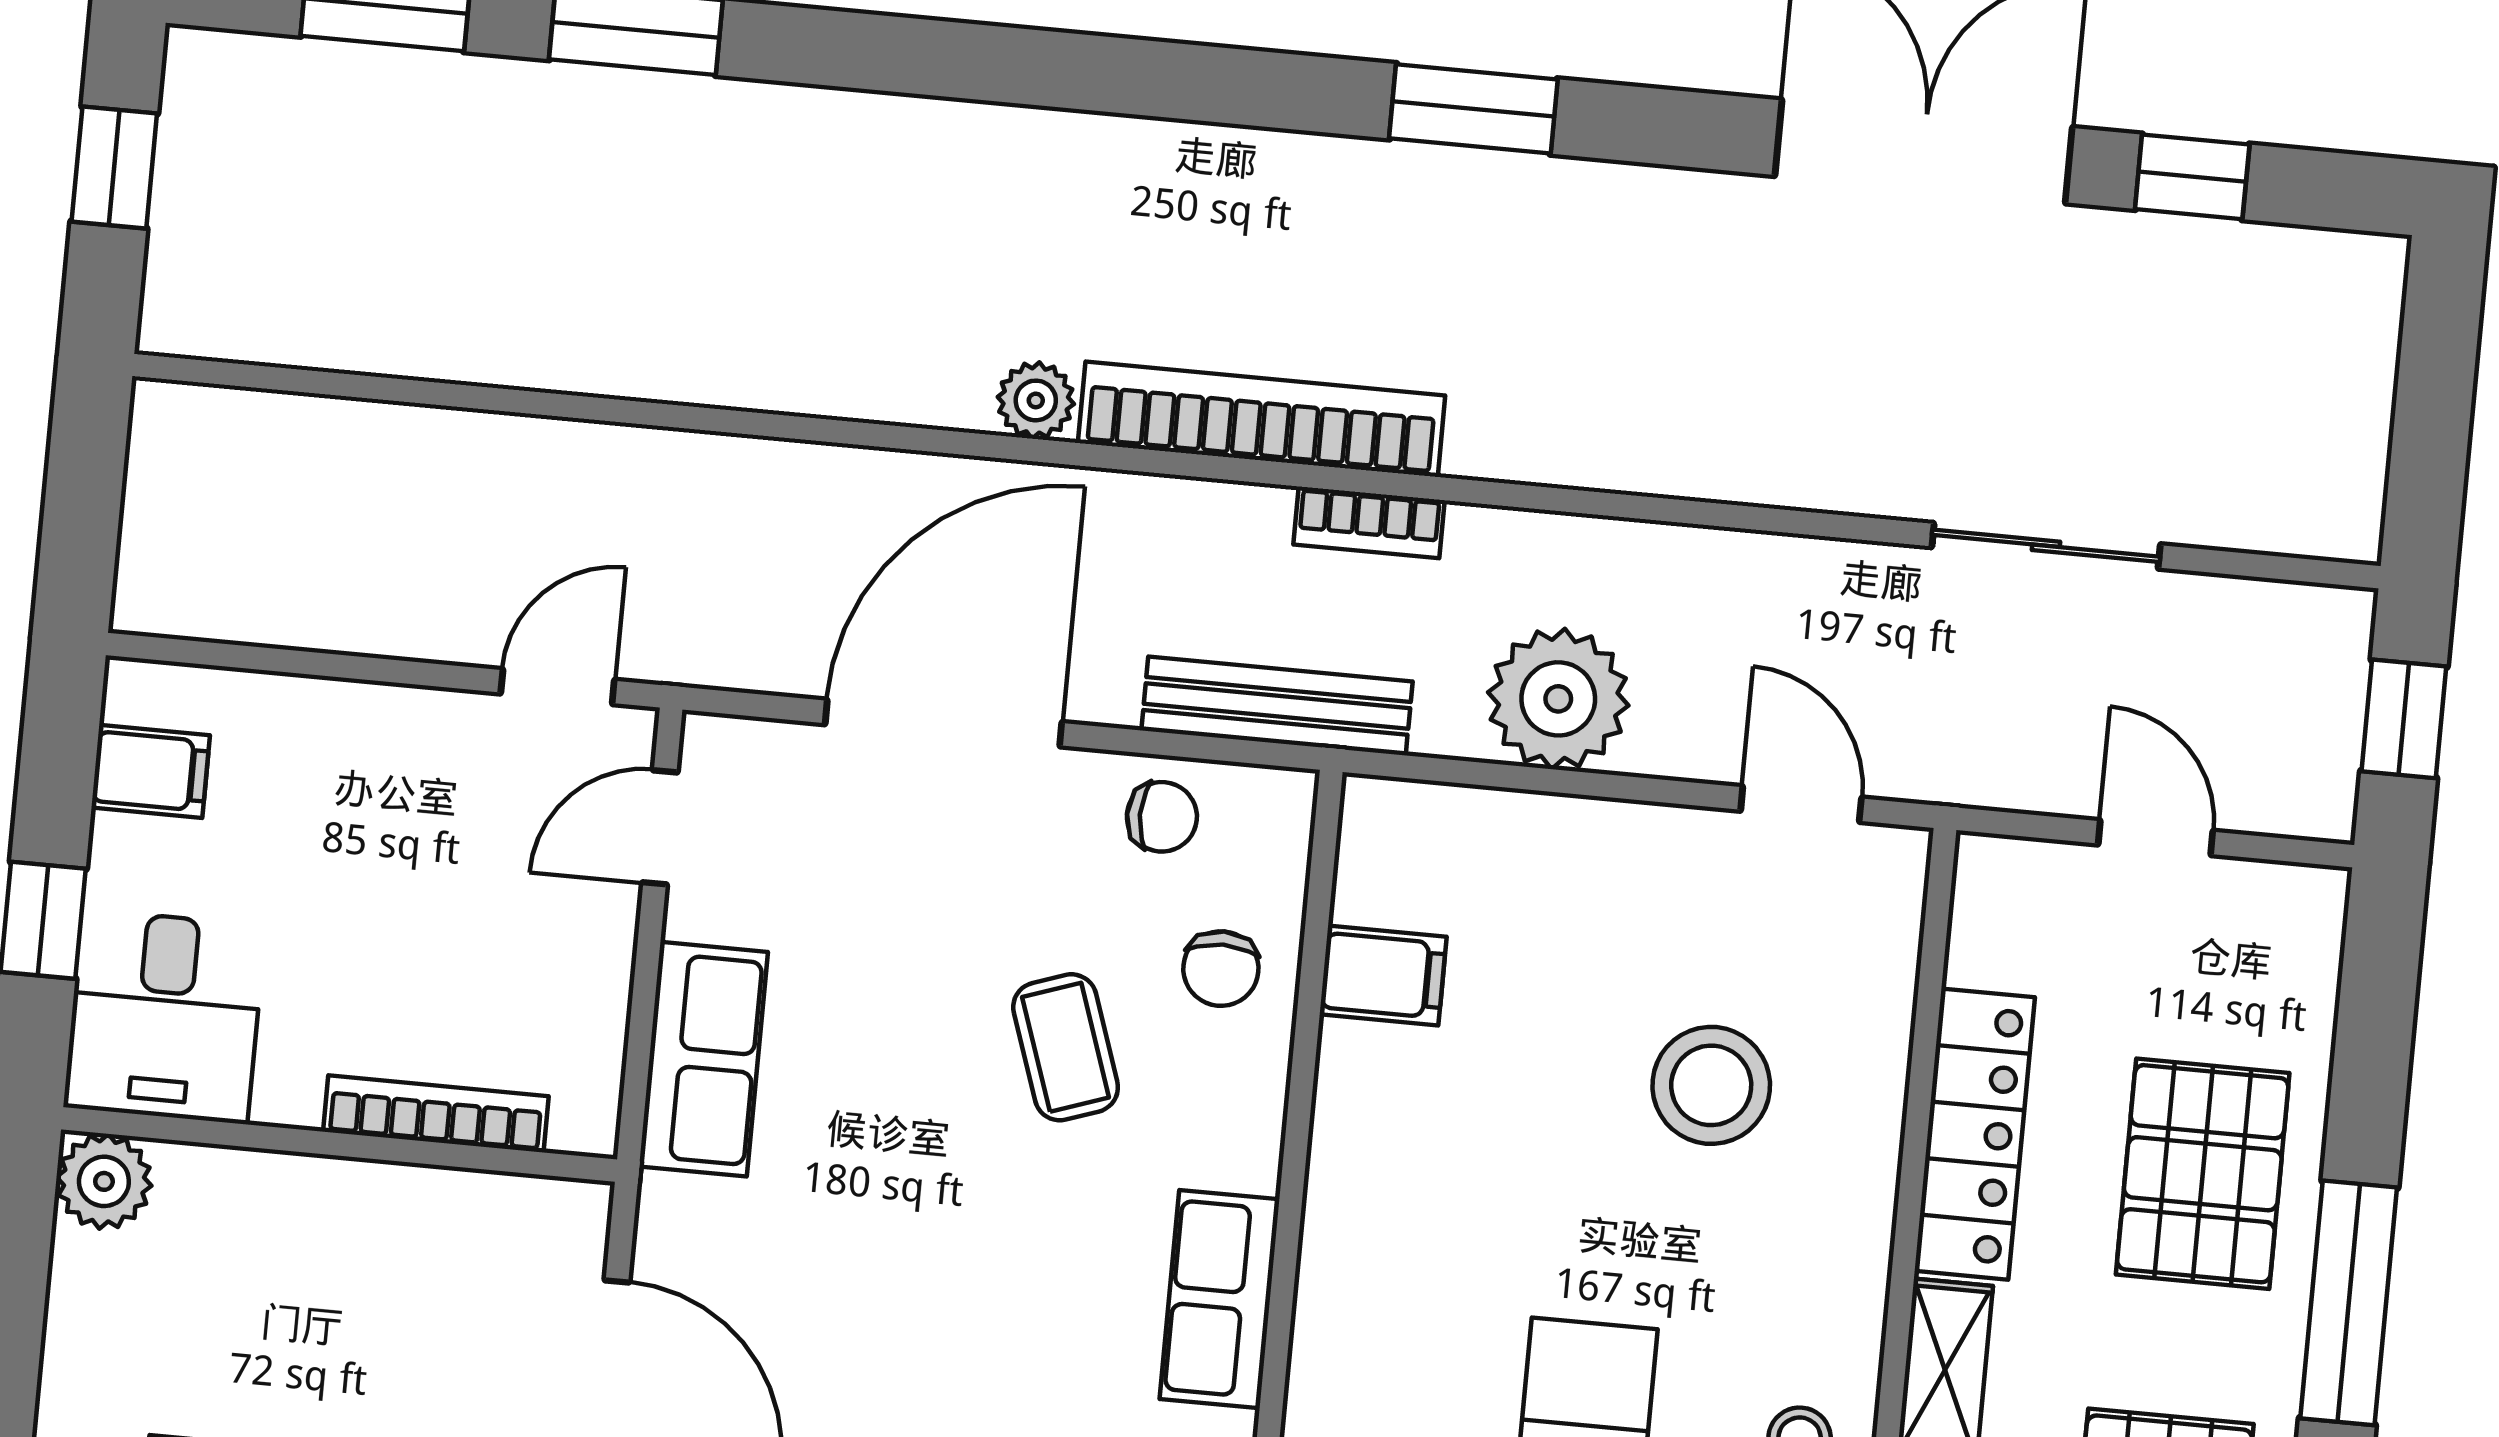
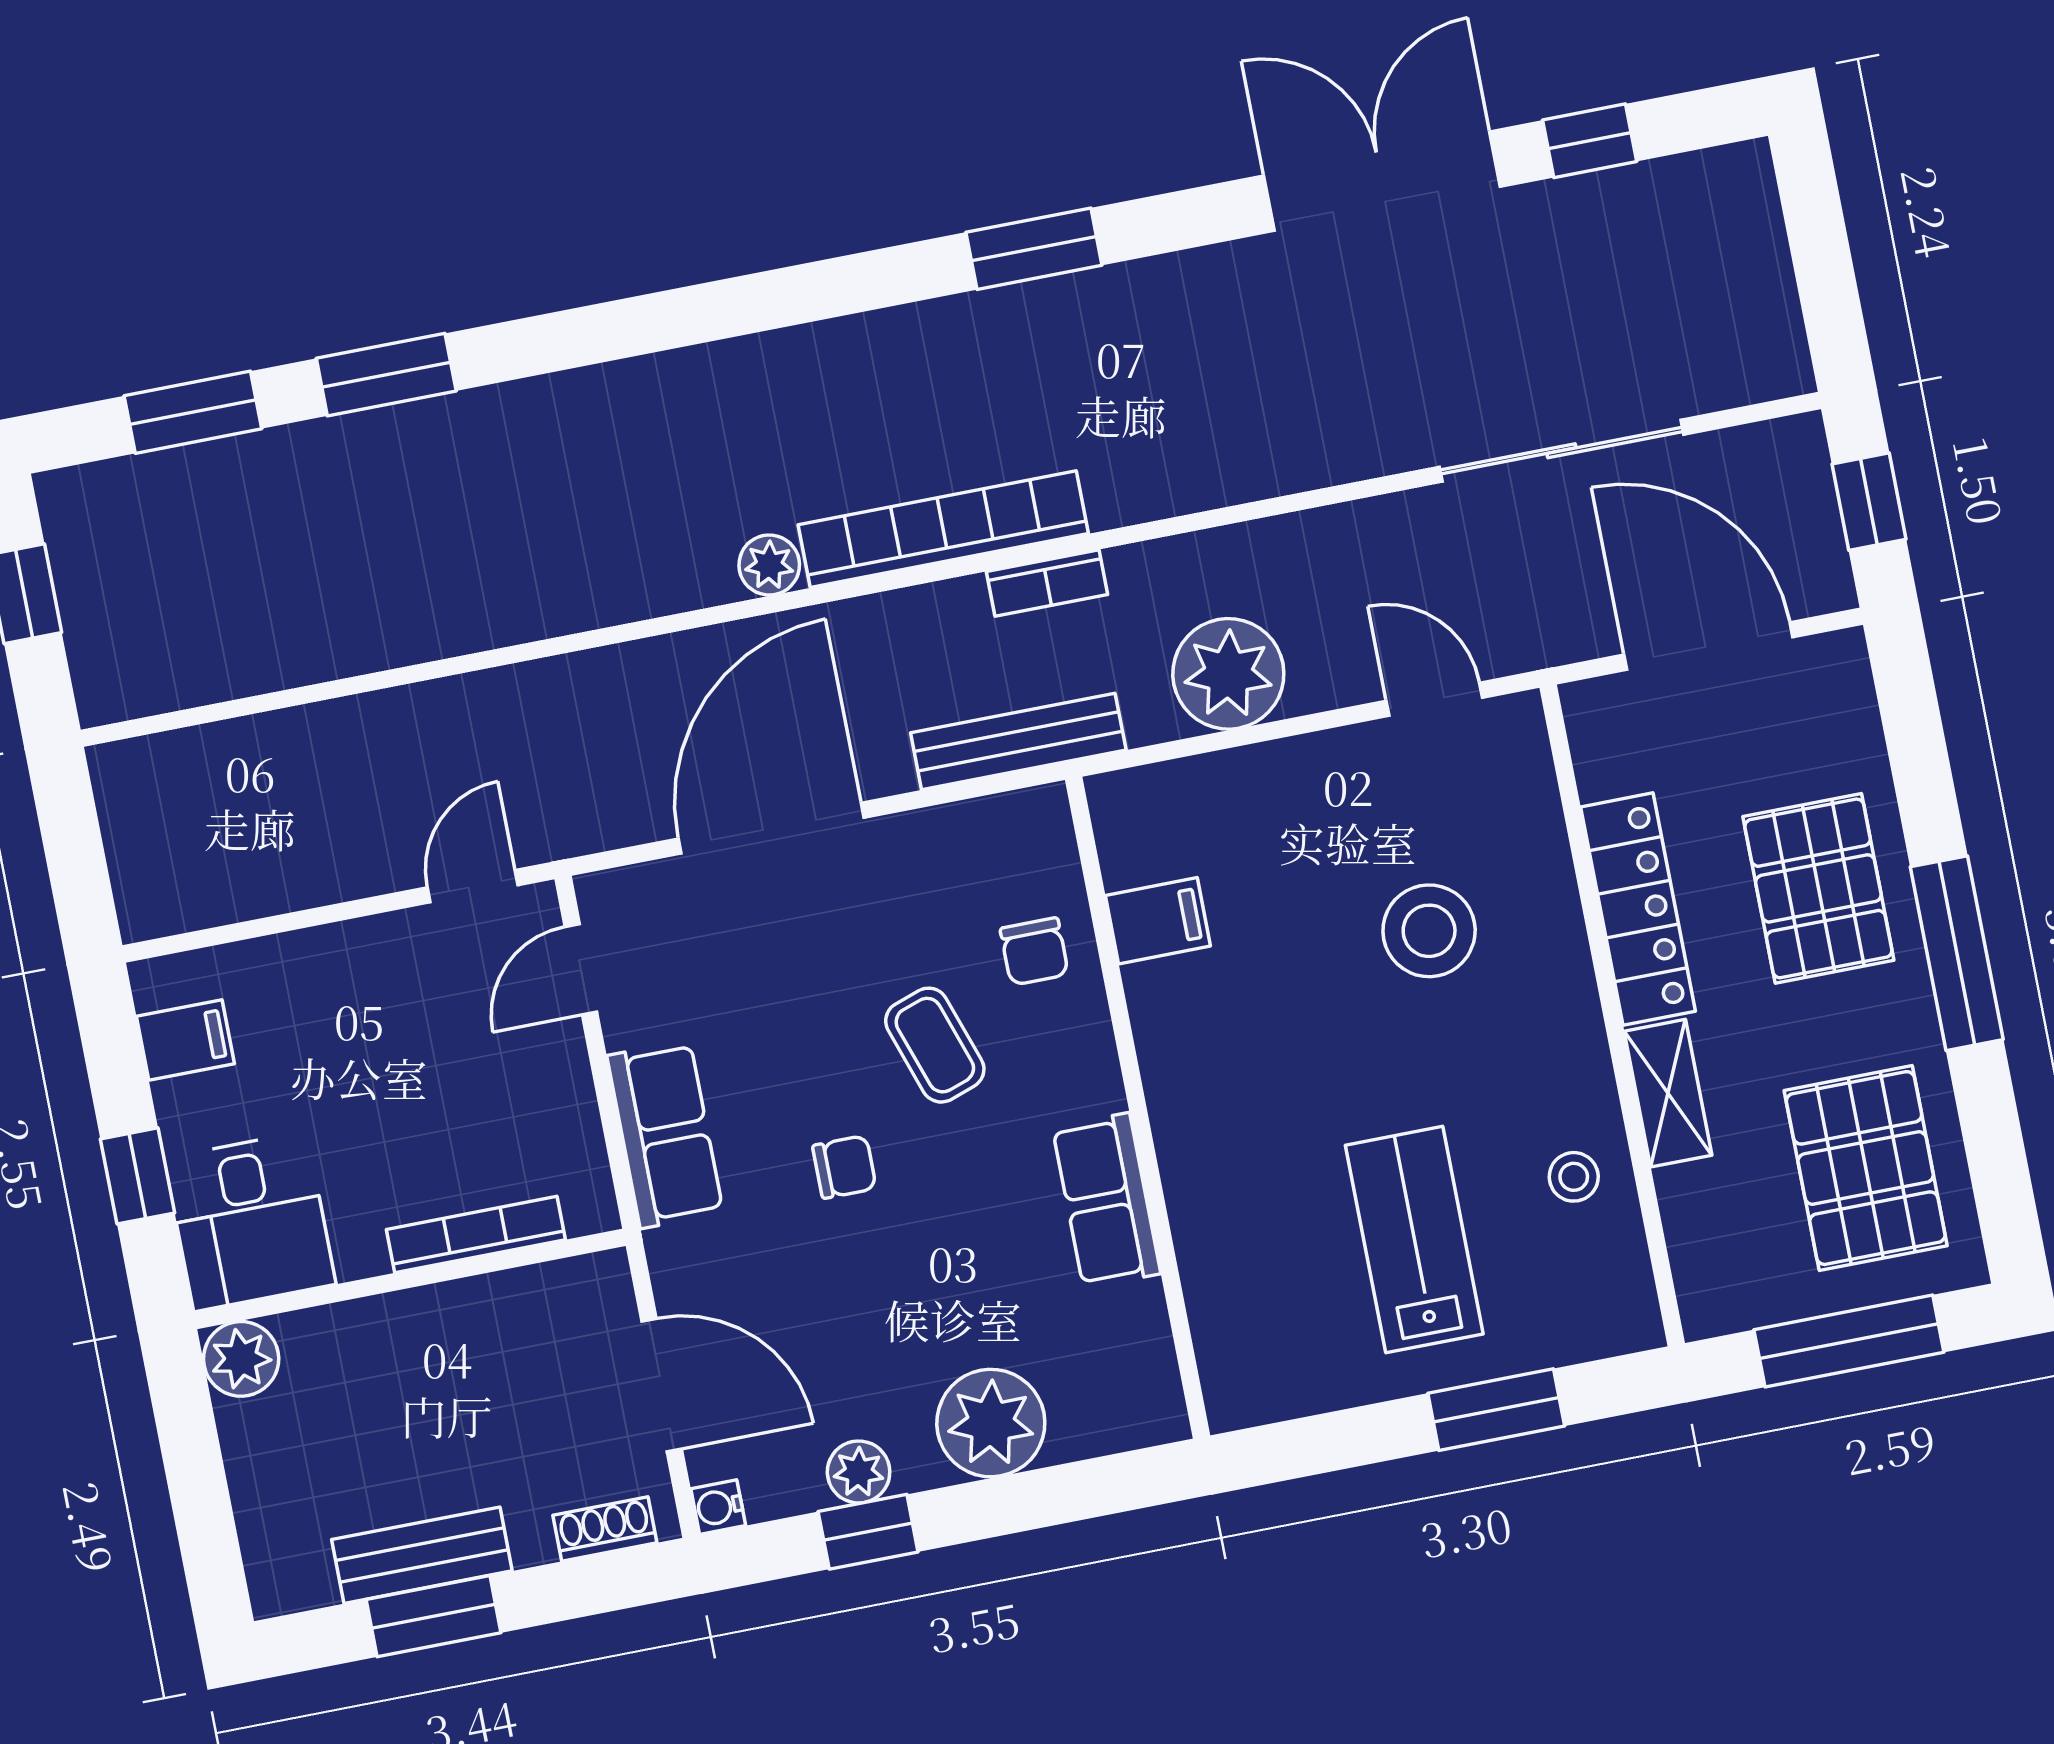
sliding door: (2046, 546) -> (1561, 451), width x1.37
chair: (1162, 817) -> (844, 1167), moved
door: (2155, 838) -> (1708, 646), width x1.88

